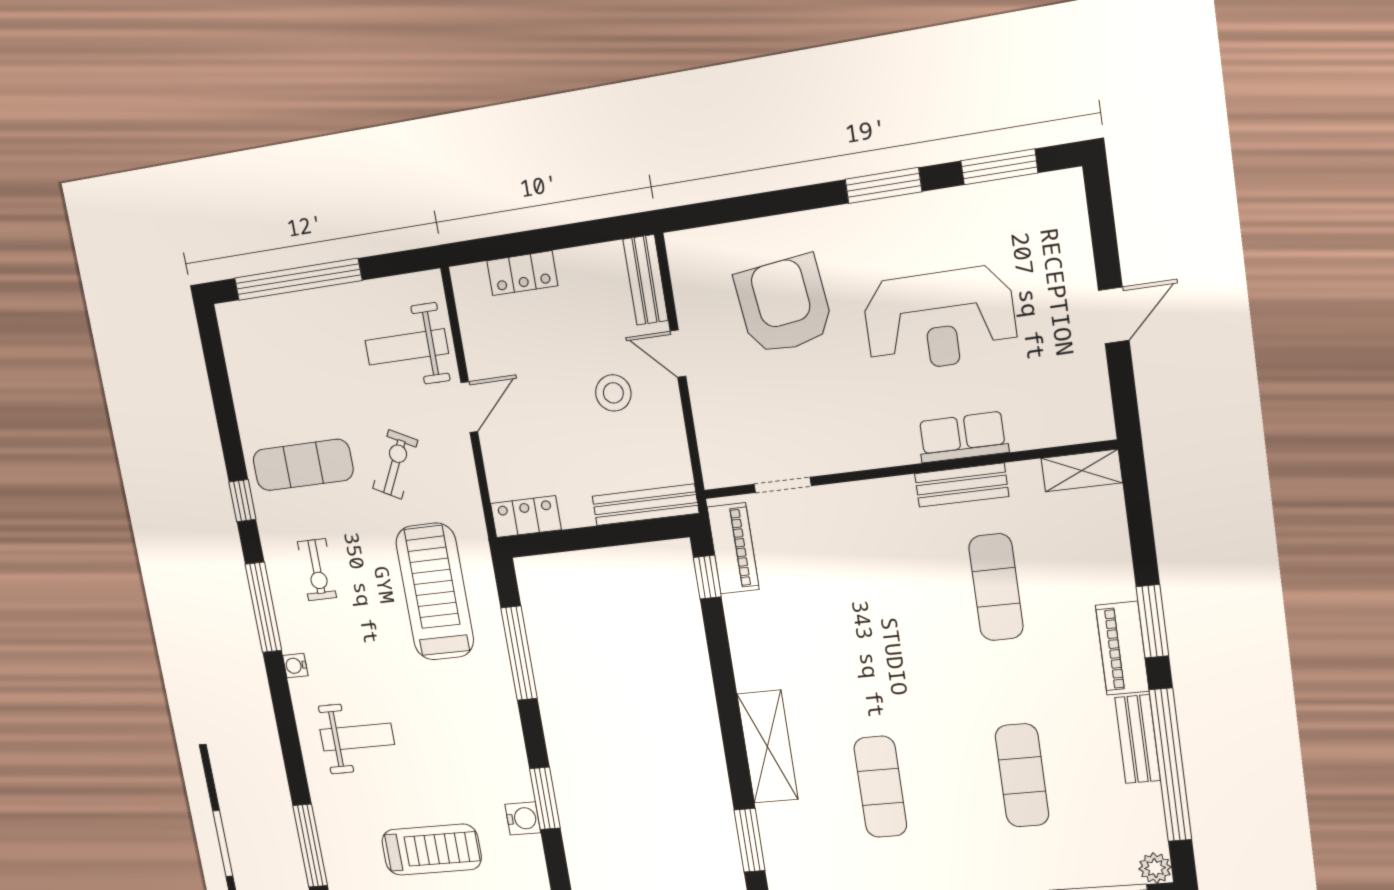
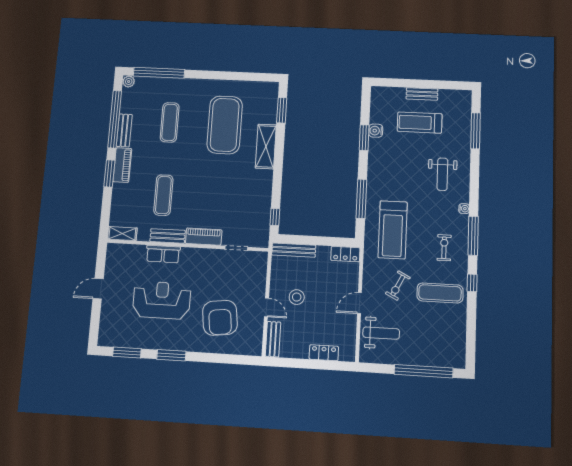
piano: (733, 548) -> (204, 237), moved, turned 90
weight bench: (357, 737) -> (442, 174), turned -90
exercise mat: (880, 787) -> (225, 125), width x2.00, depth x1.45

